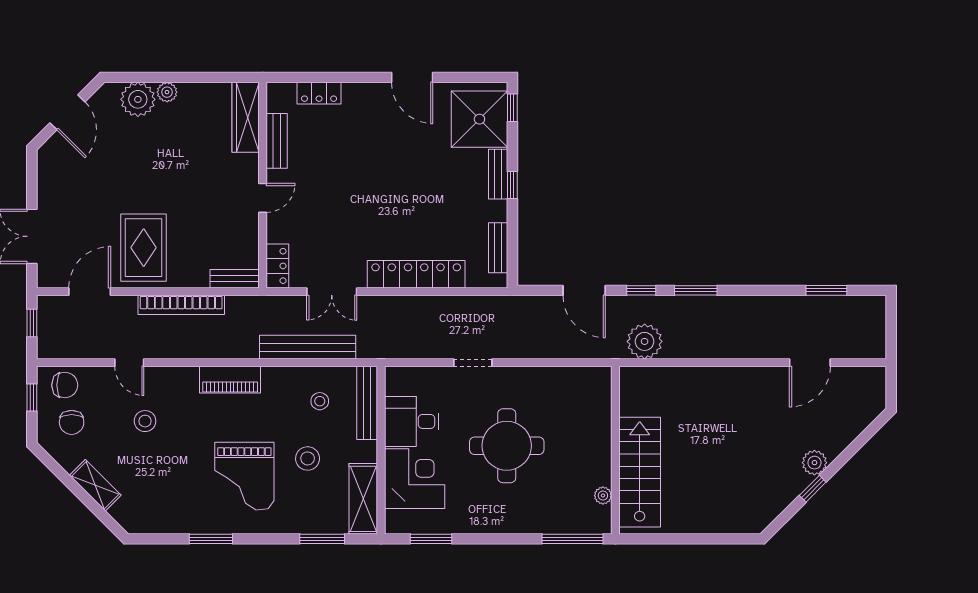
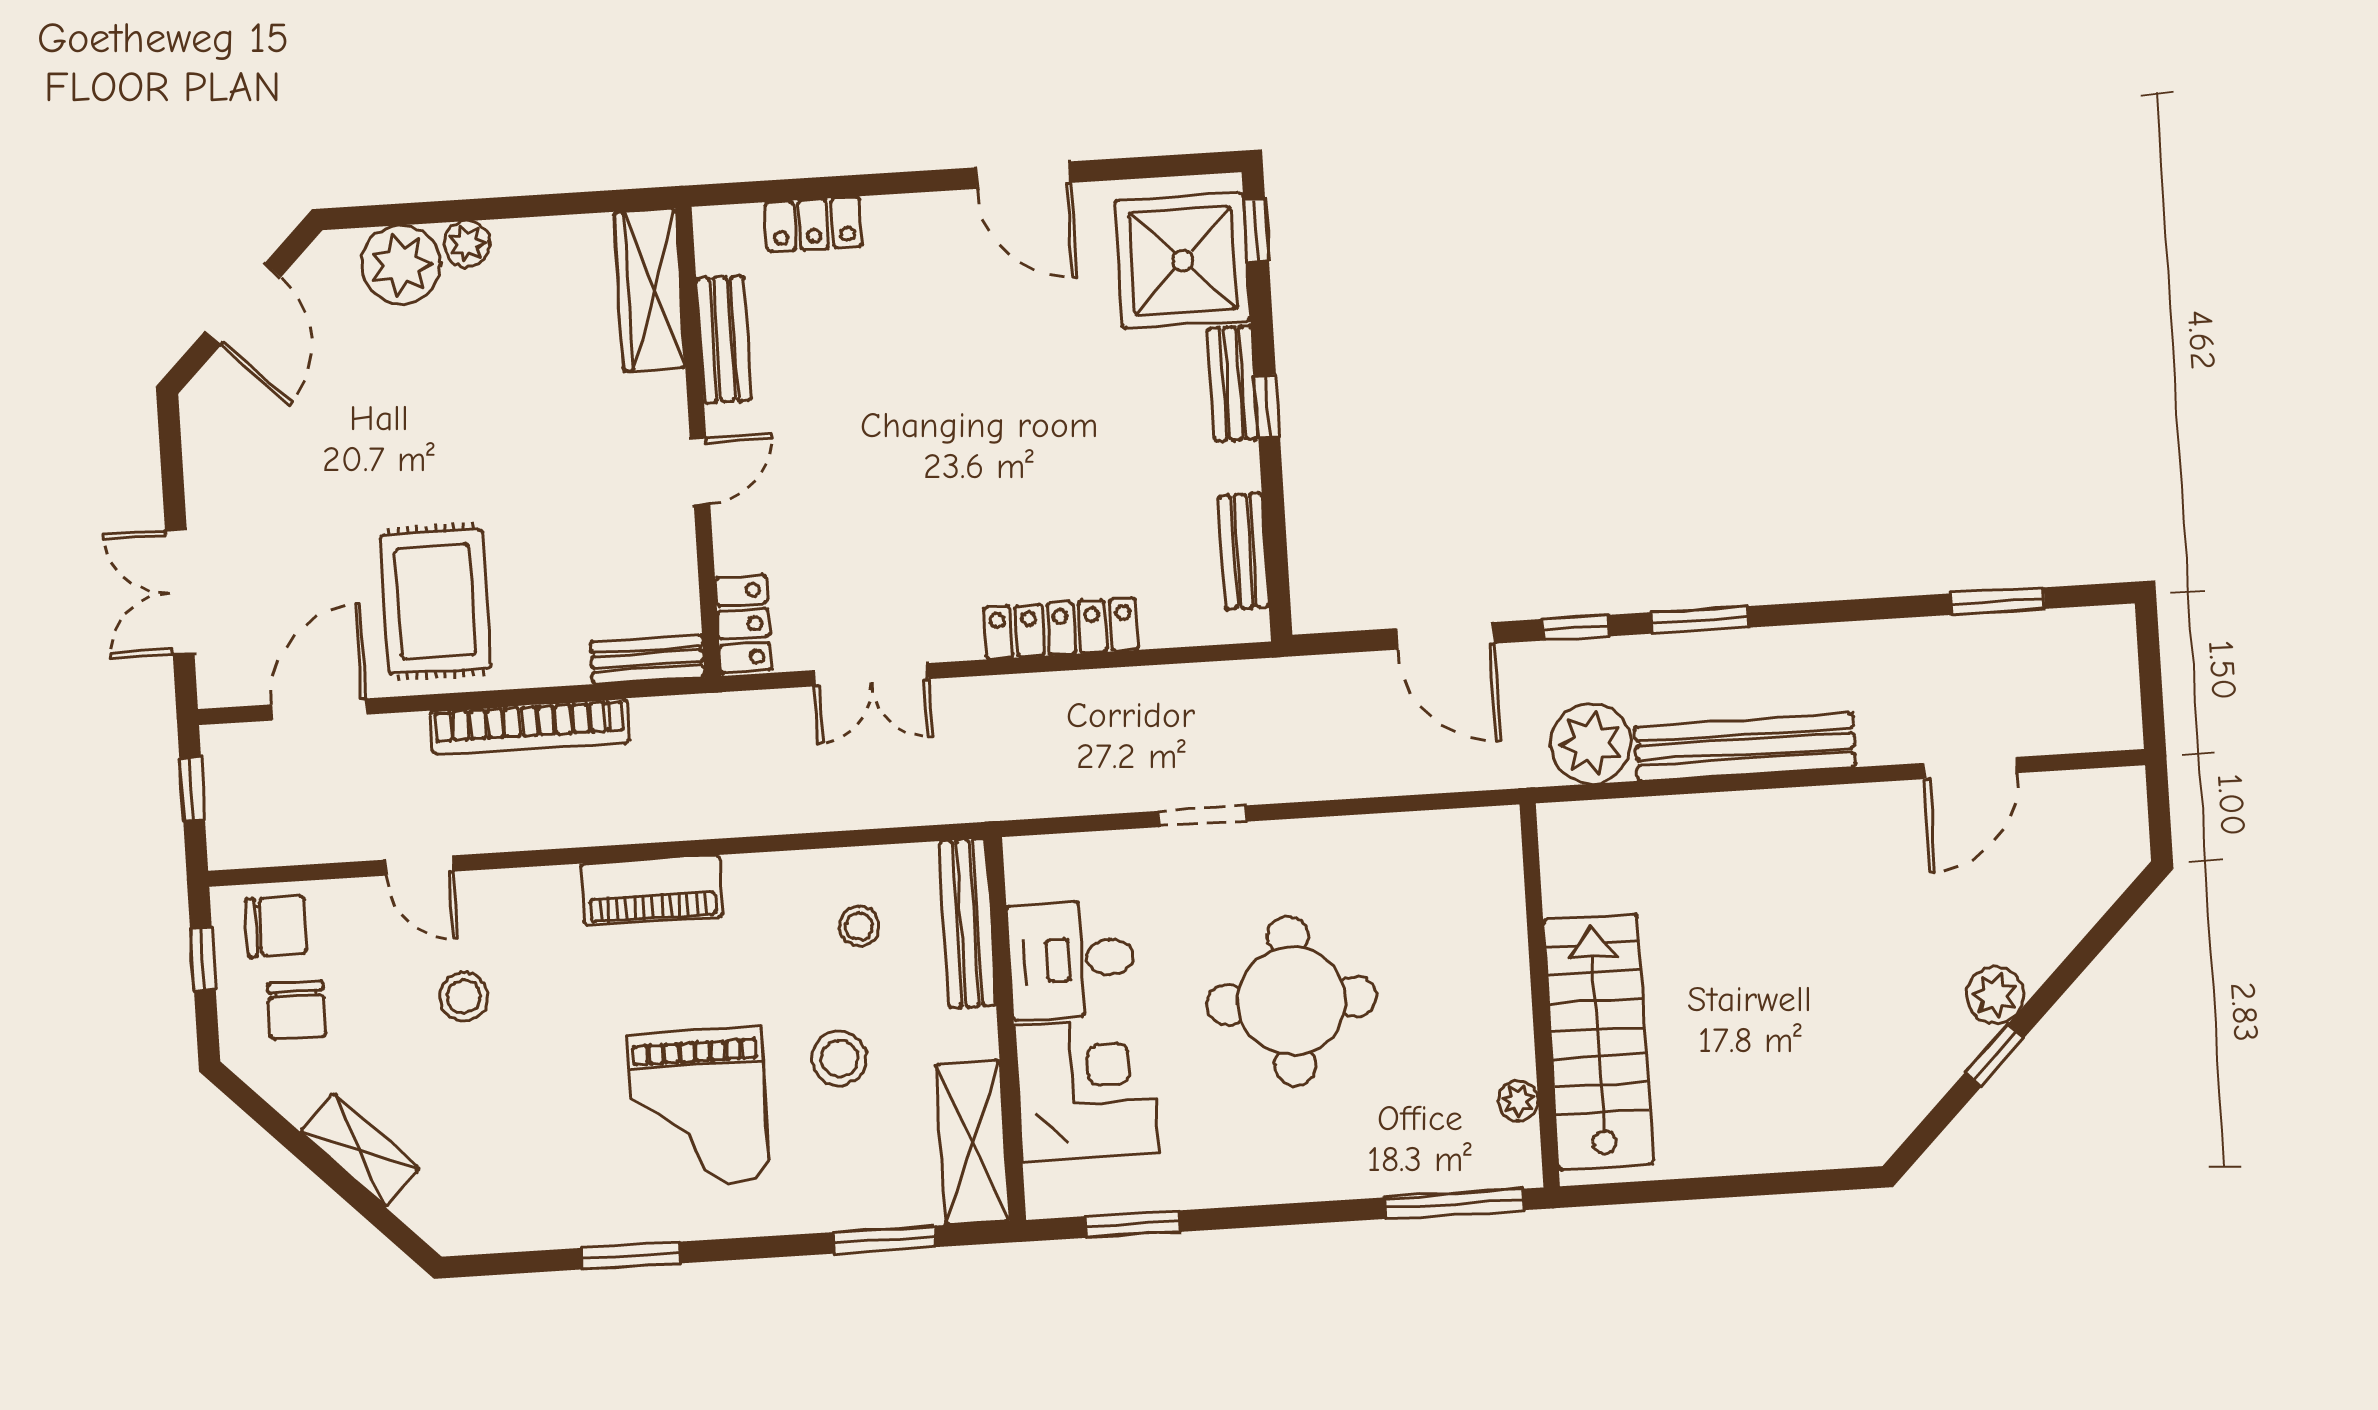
locker: (416, 274) -> (1061, 629), width x0.71, depth x0.83
bench: (308, 347) -> (1745, 747), moved

